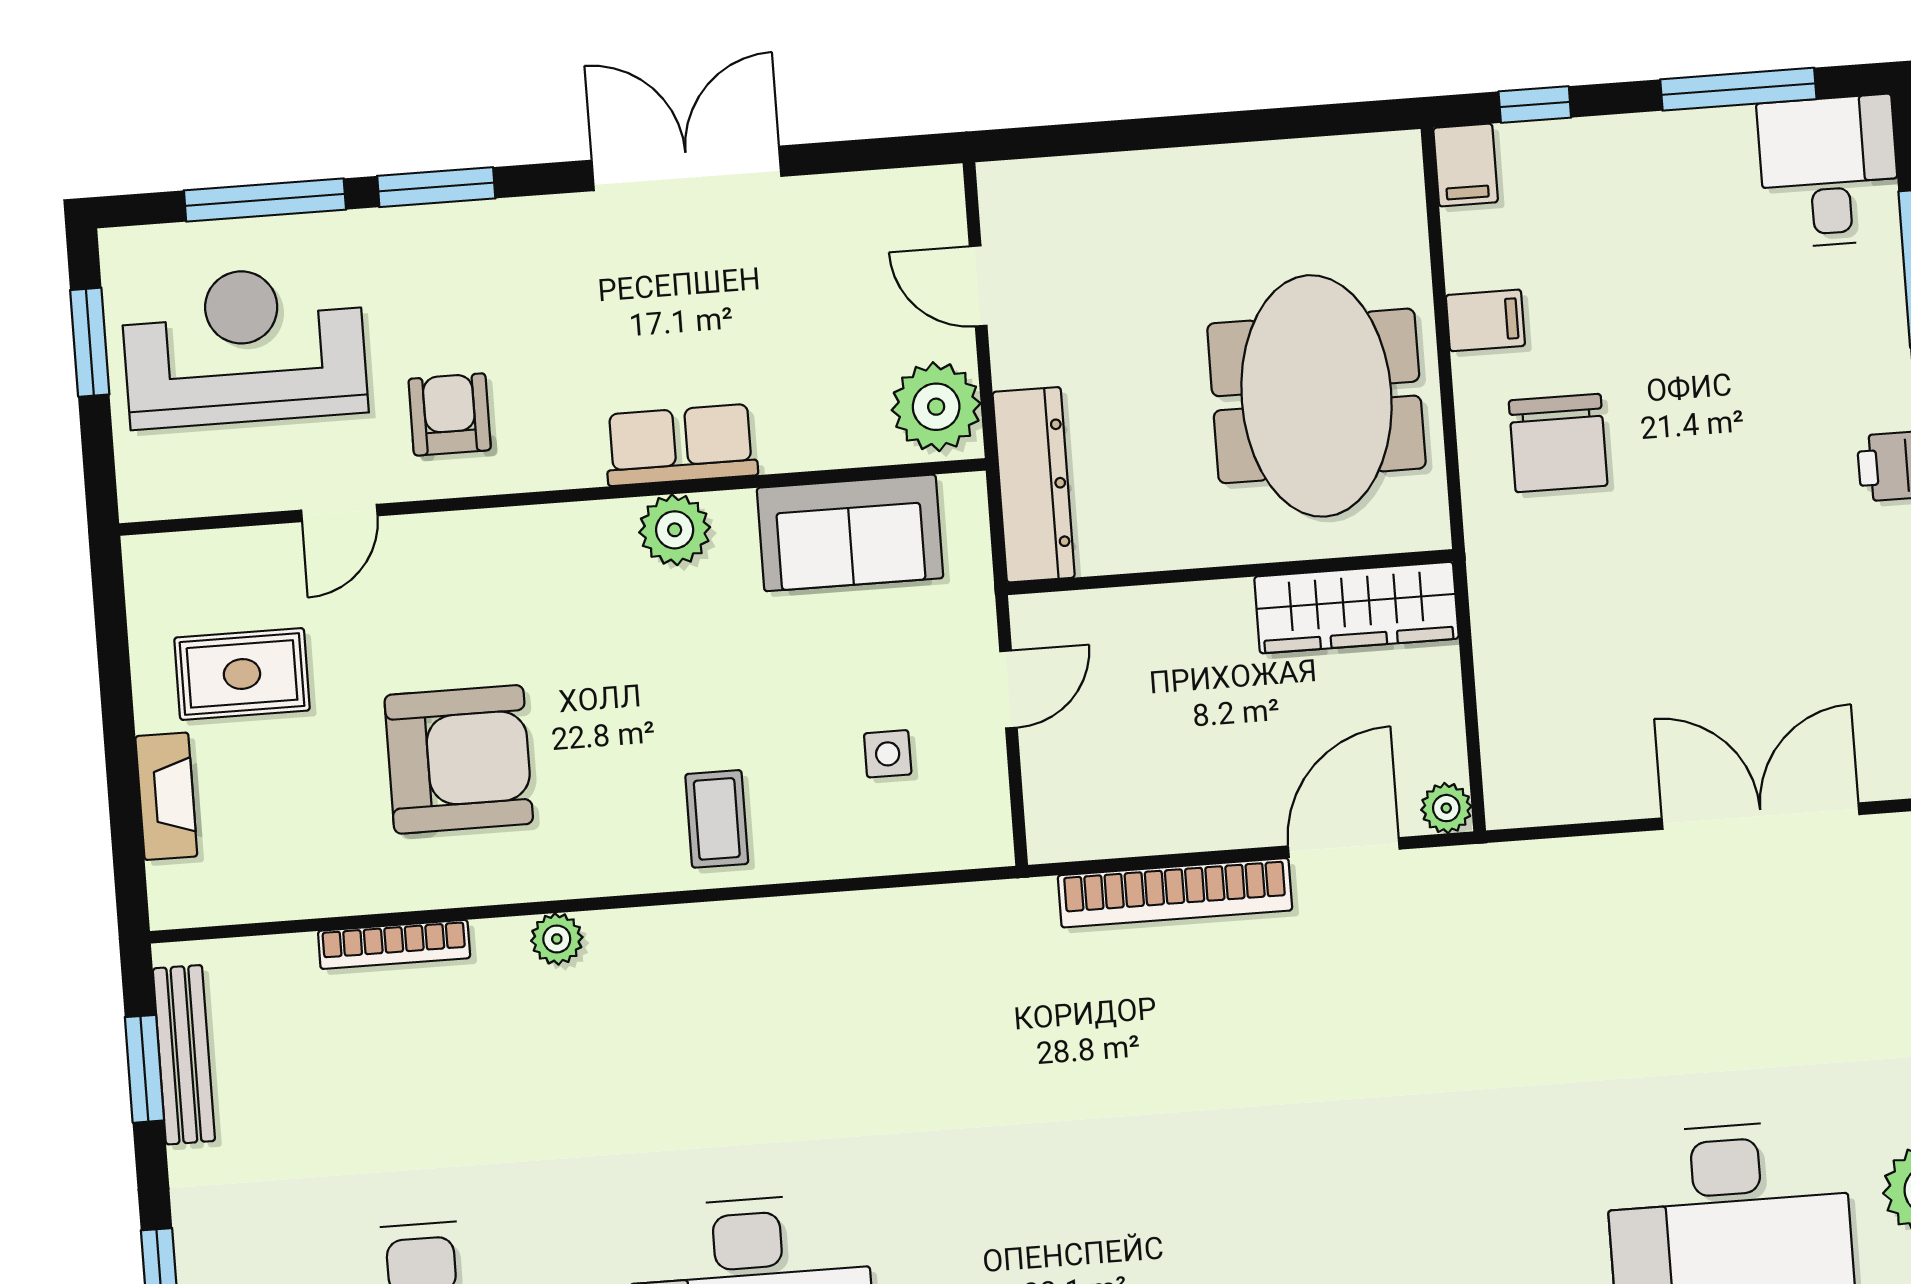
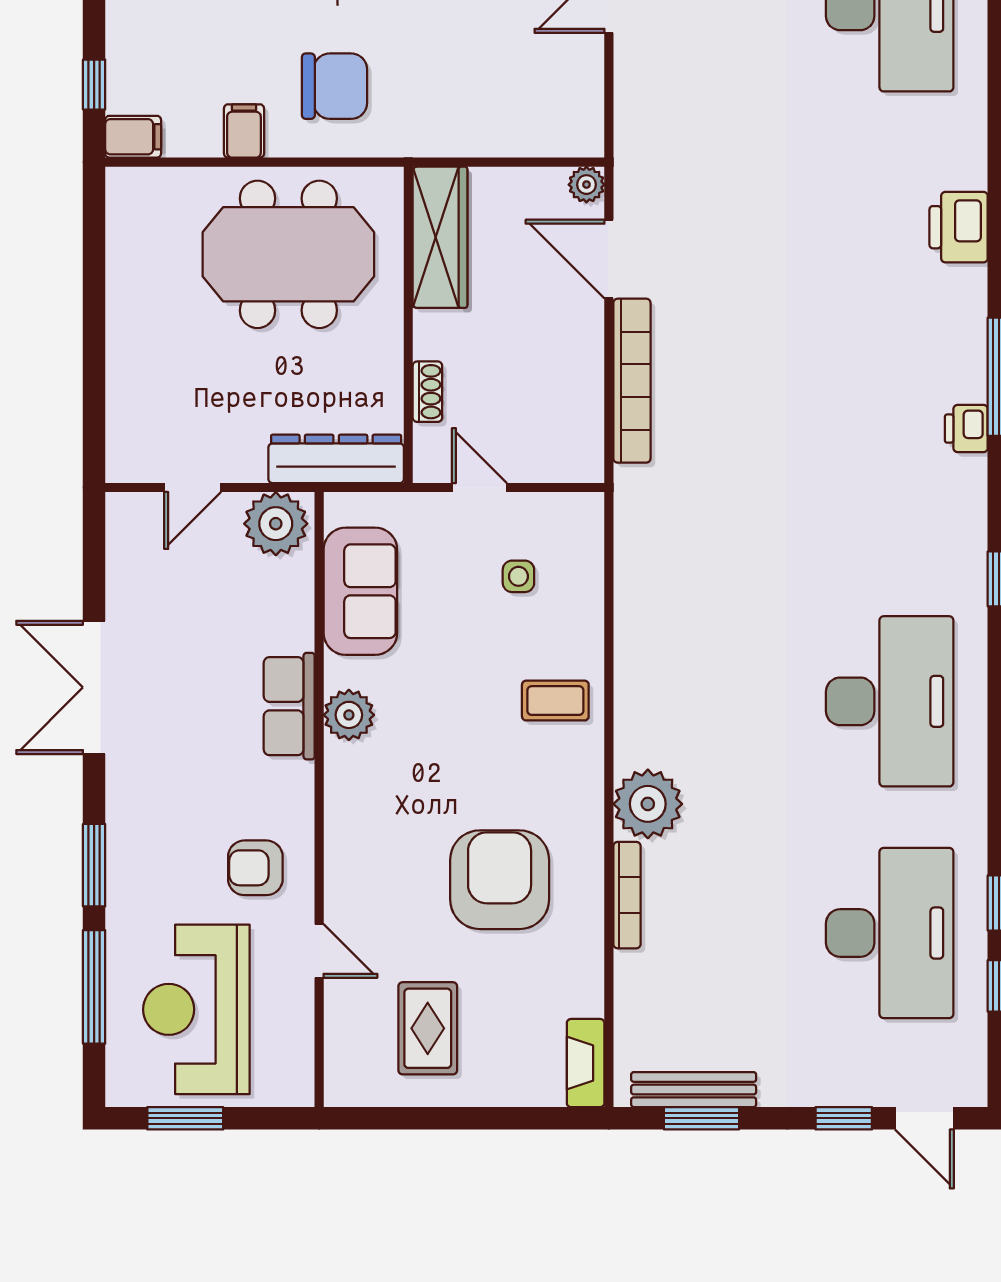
shoe rack: (1138, 606) -> (427, 392), added
fireplace: (166, 796) -> (586, 1063), moved, turned -90
plant: (557, 939) -> (648, 804), width x1.88, depth x1.88
bookcase: (394, 944) -> (627, 895), moved

